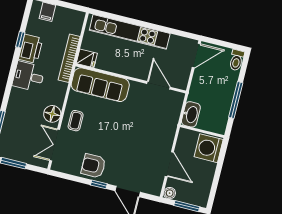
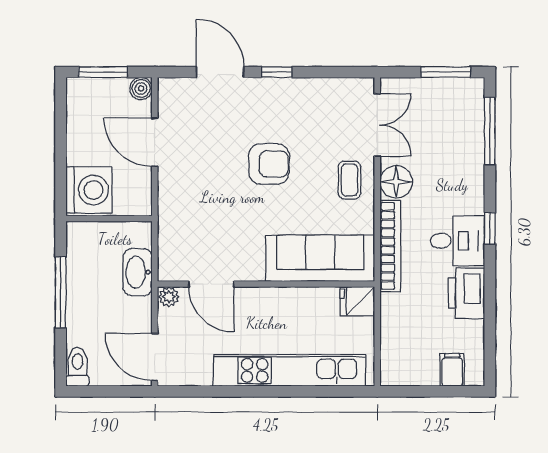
window: (20, 40) -> (490, 228), moved
door: (196, 56) -> (155, 357), hinge flipped
bookcase: (69, 58) -> (390, 246), moved
plant: (182, 84) -> (169, 297), added
washbasin: (191, 114) -> (138, 272), moved
armchair: (93, 166) -> (269, 164), moved

